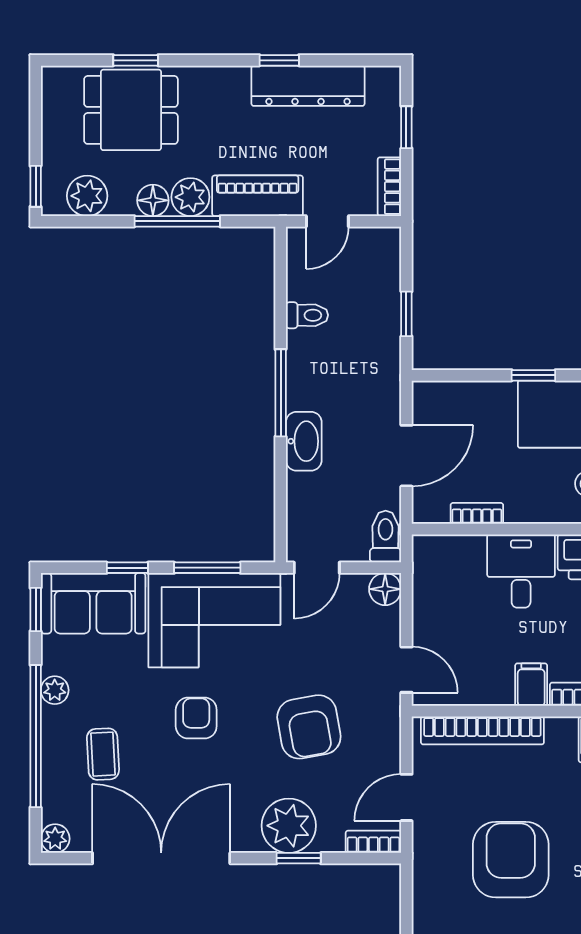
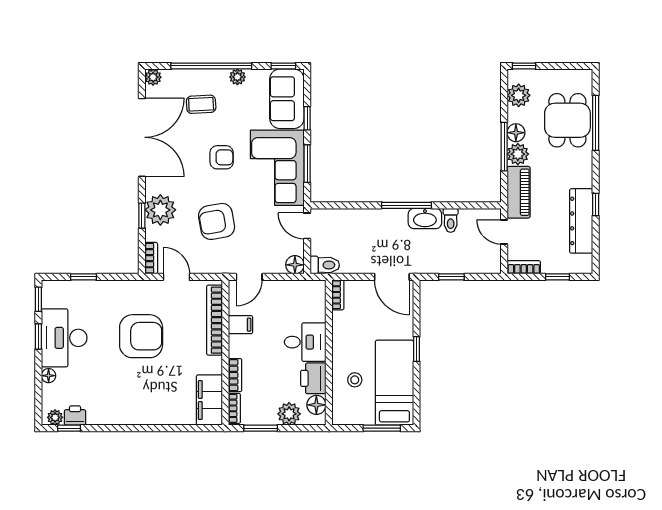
window: (136, 60) -> (596, 123), width x2.17
washbasin: (304, 441) -> (425, 219), moved
door: (406, 456) -> (392, 277), moved
bookcase: (477, 513) -> (338, 295), moved
filing cabinet: (531, 685) -> (241, 325), moved

